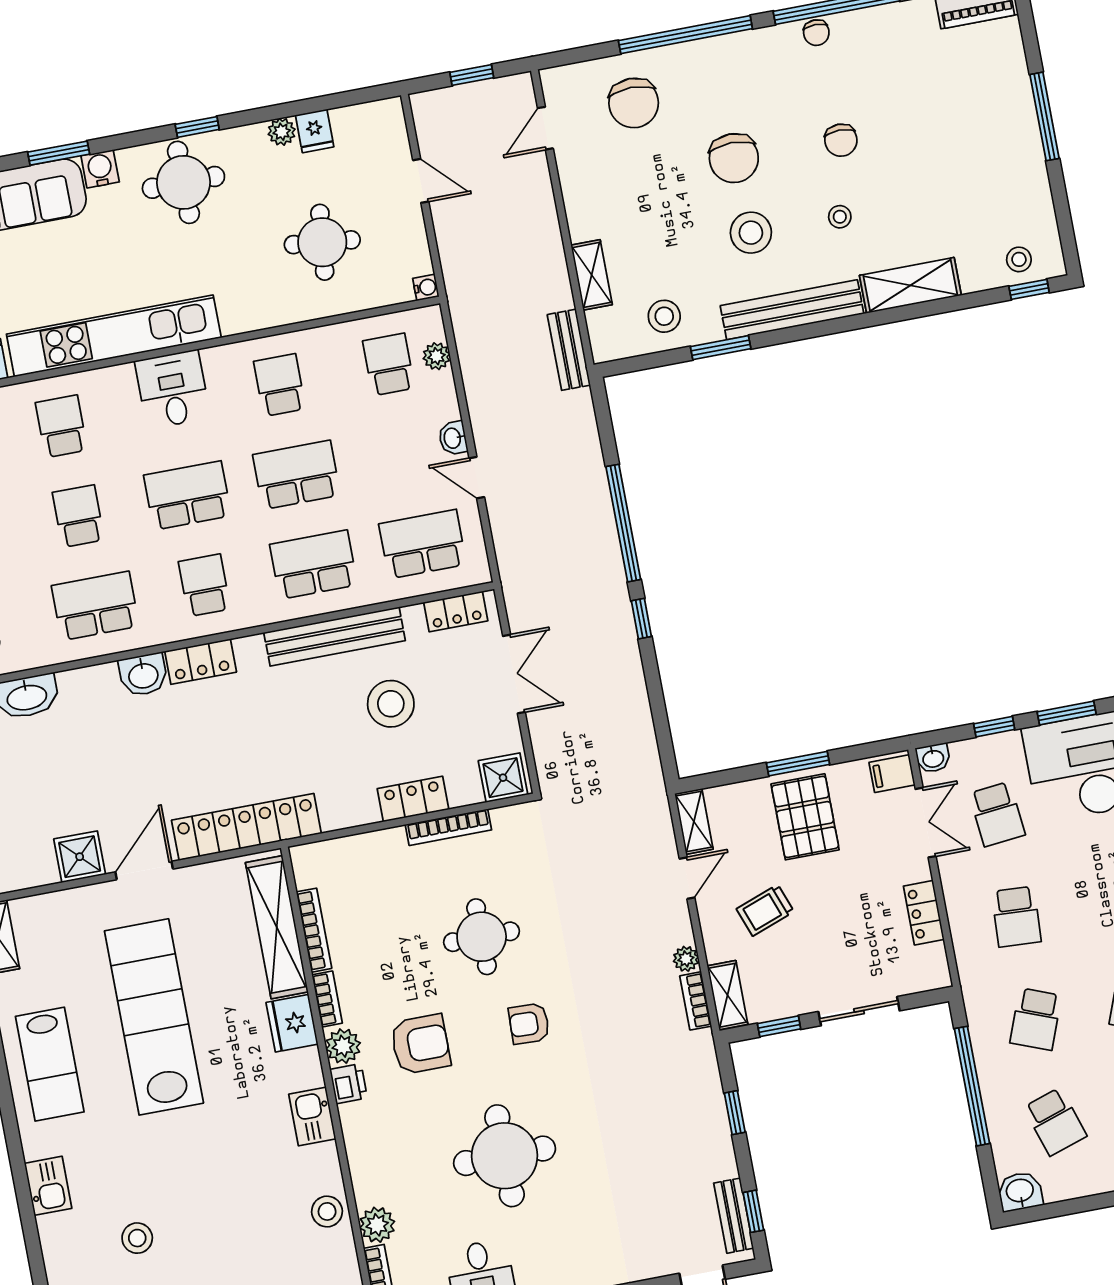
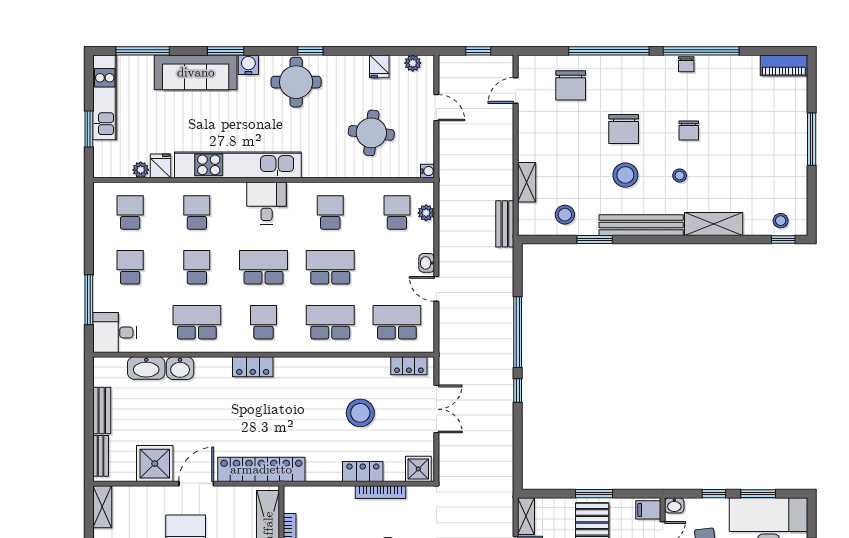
plant: (282, 132) -> (413, 63), moved
bench: (335, 637) -> (335, 367), removed
washbasin: (143, 675) -> (180, 368), moved
shower: (80, 857) -> (155, 464), width x1.36, depth x1.36

